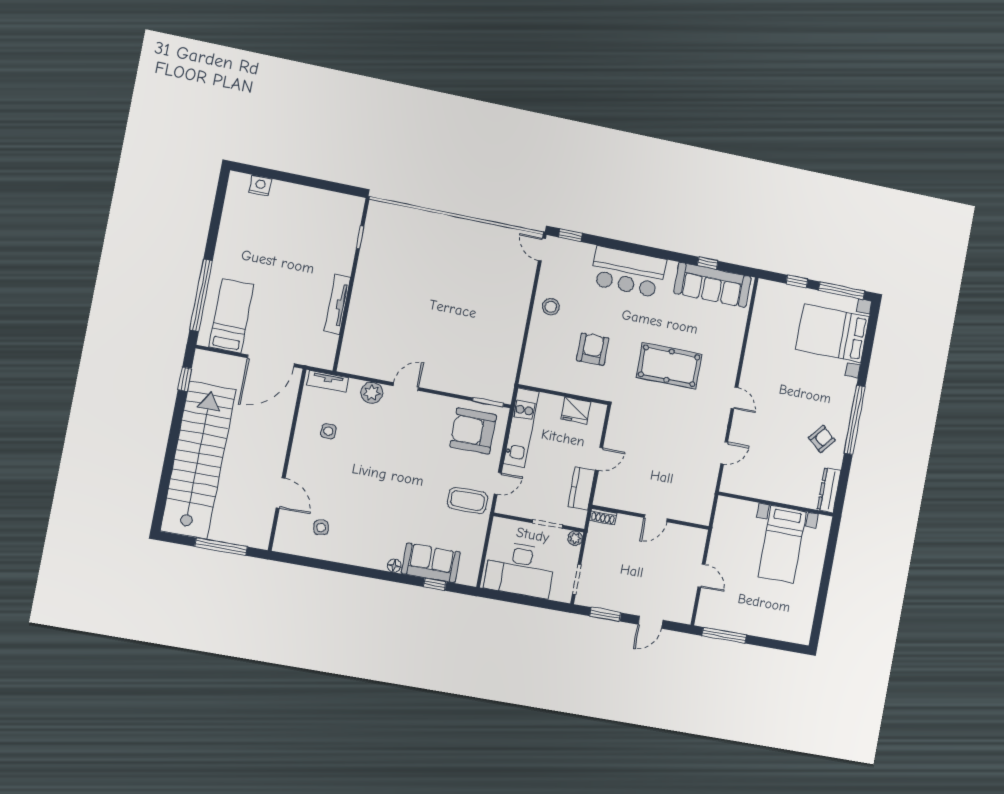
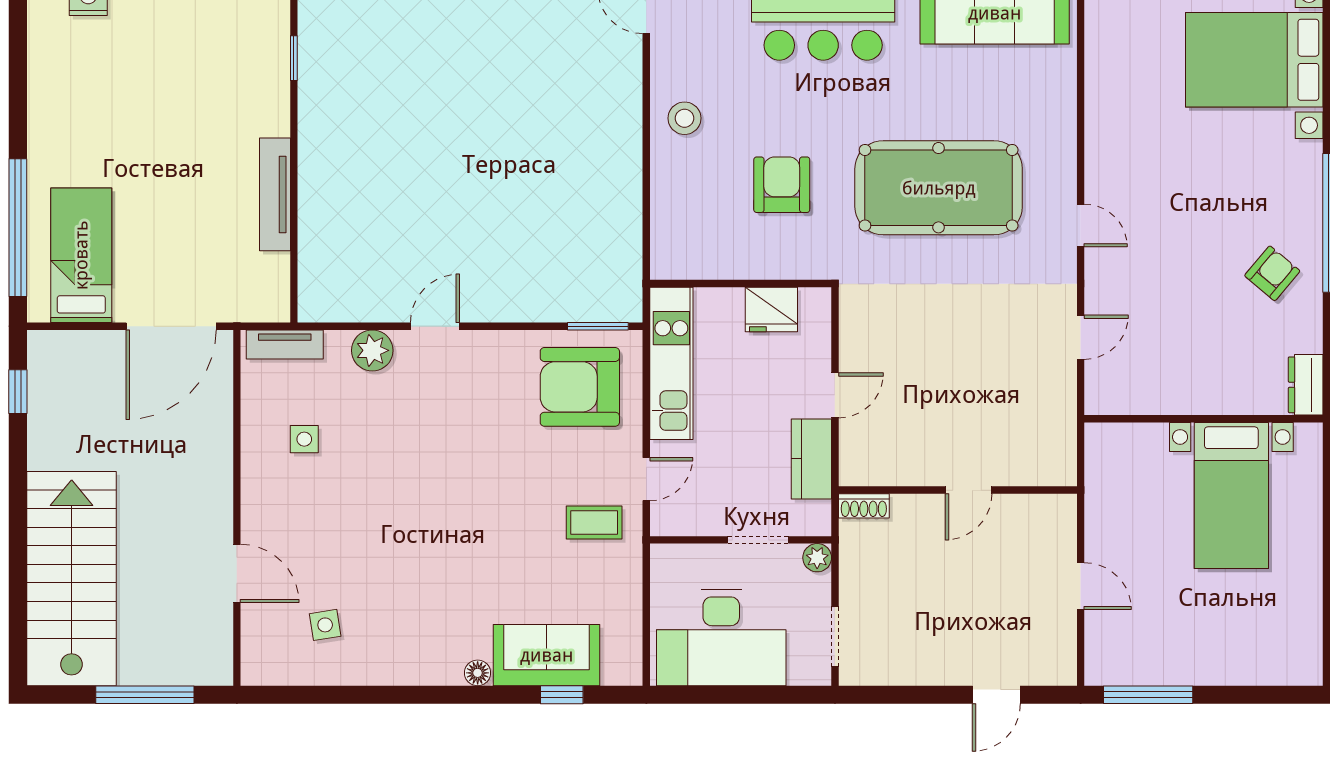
pool table: (669, 366) -> (939, 188), width x1.36, depth x1.32
stairs: (198, 460) -> (72, 579), width x0.73
dresser: (829, 490) -> (1306, 385), width x0.70
coffee table: (467, 500) -> (594, 522), width x0.73, depth x0.77
window: (605, 614) -> (904, 695), removed

